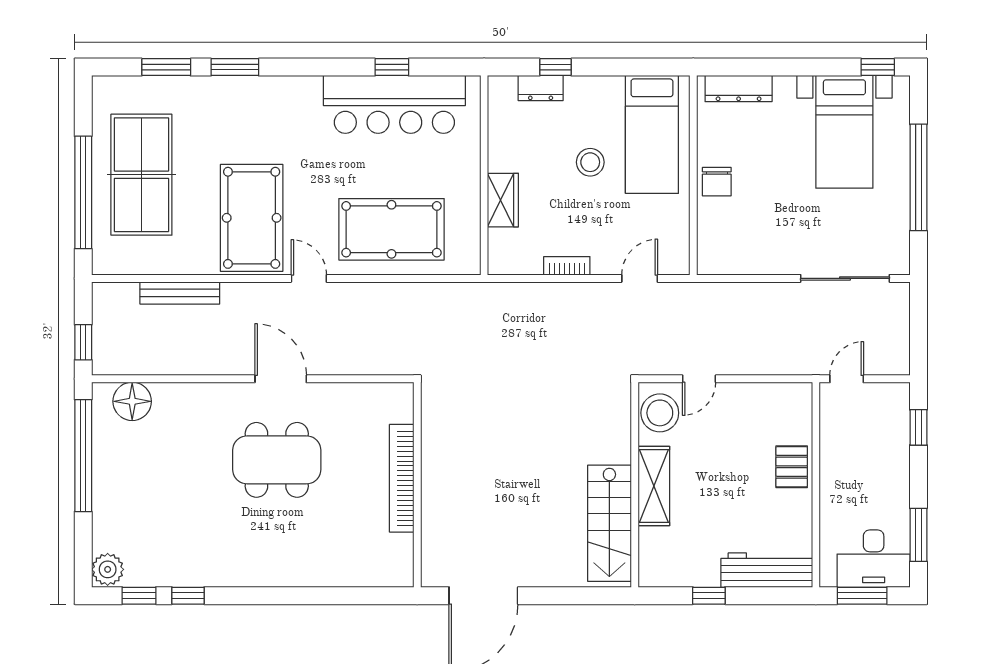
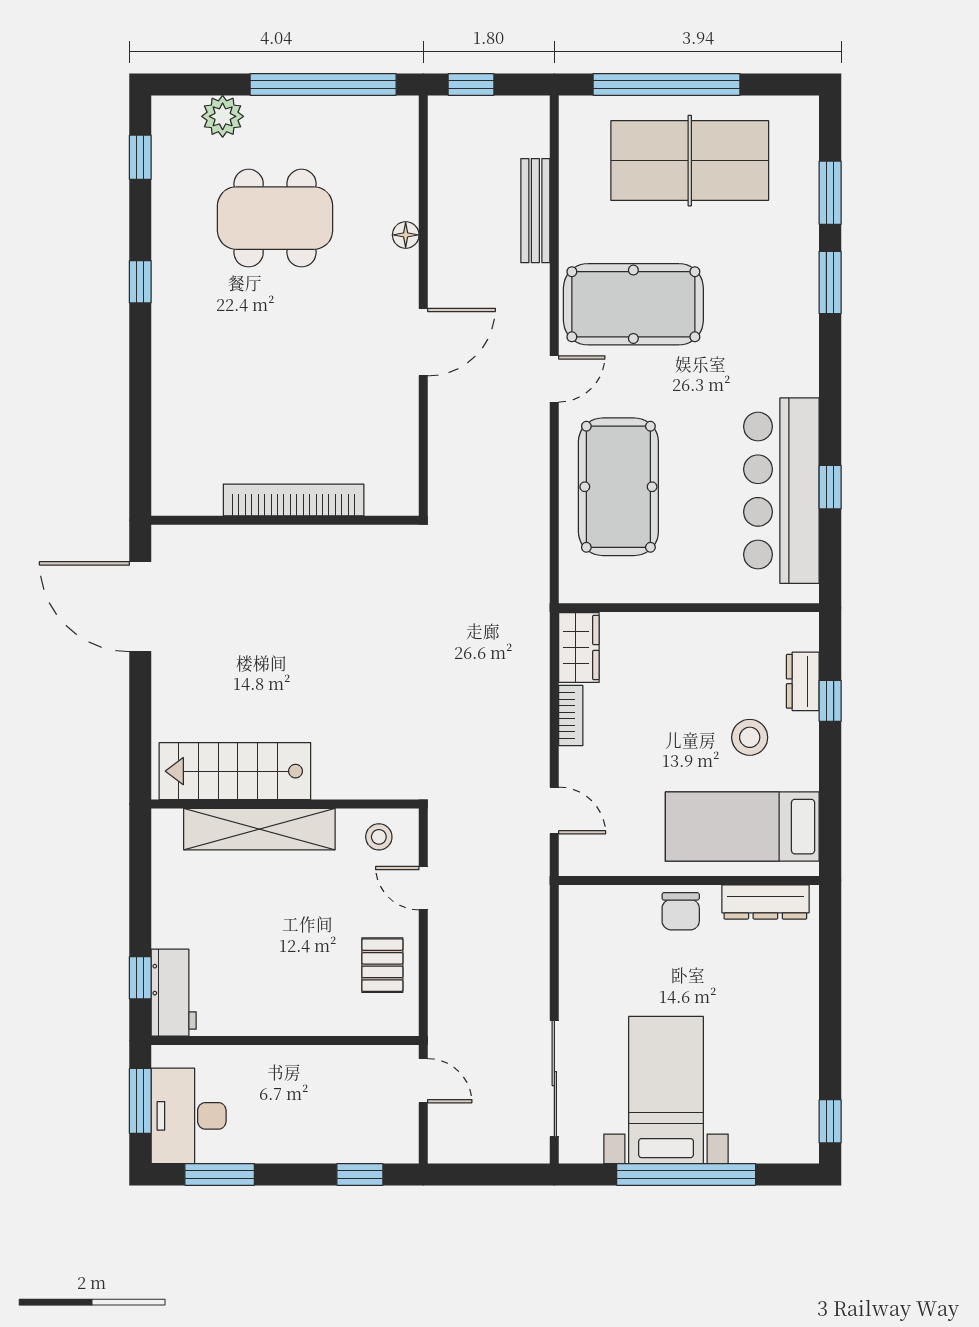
dresser: (739, 89) -> (765, 902), moved, turned -90
bed with nightstands: (844, 132) -> (666, 1090), moved, turned 90
stool: (590, 162) -> (750, 737), moved
chair: (717, 182) -> (681, 911), turned -90
wardrobe: (503, 200) -> (579, 648), moved, turned -90
floor lamp: (132, 401) -> (406, 235), moved, width x0.53, depth x0.53
stool: (660, 413) -> (379, 837), width x0.53, depth x0.53
dining table: (277, 460) -> (275, 218), moved, turned 90
pallet: (792, 467) -> (382, 965), moved, turned 90
shelving: (654, 486) -> (259, 829), width x1.47
plant: (108, 569) -> (223, 116), moved
workbench: (767, 570) -> (174, 993), width x0.73
window: (188, 596) -> (140, 282), moved
window: (709, 596) -> (140, 978), moved

